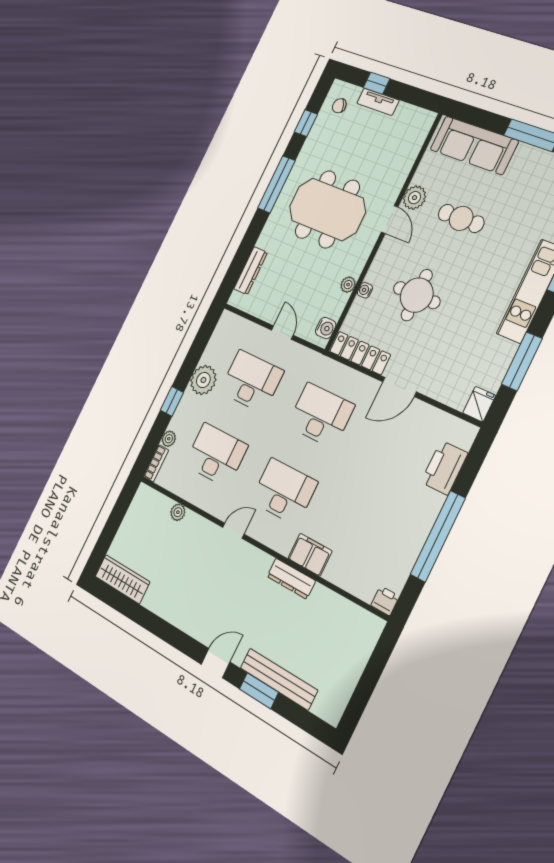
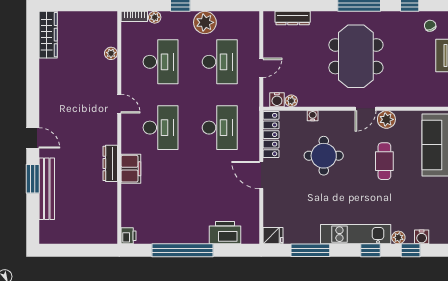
plant: (348, 285) -> (291, 101), moved

